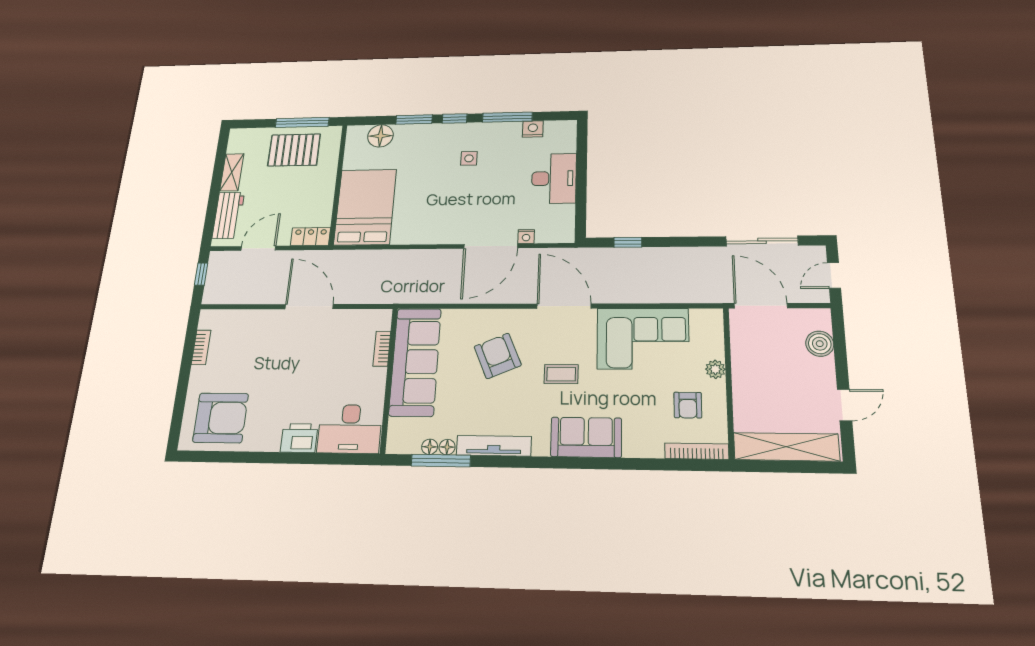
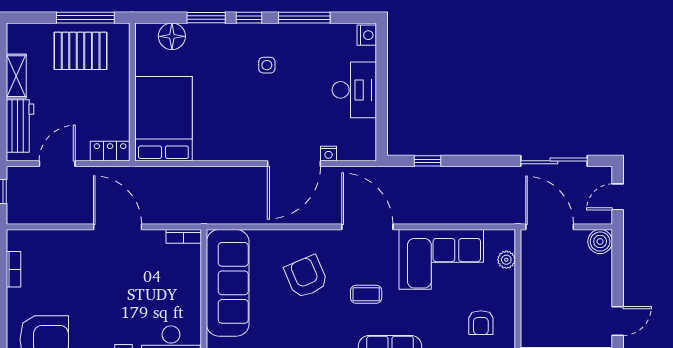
nightstand: (533, 129) -> (367, 35), moved, turned 90
boiler: (820, 344) -> (600, 242), moved
bookcase: (382, 349) -> (184, 236), moved, turned -90
plant: (715, 369) -> (506, 260), moved

